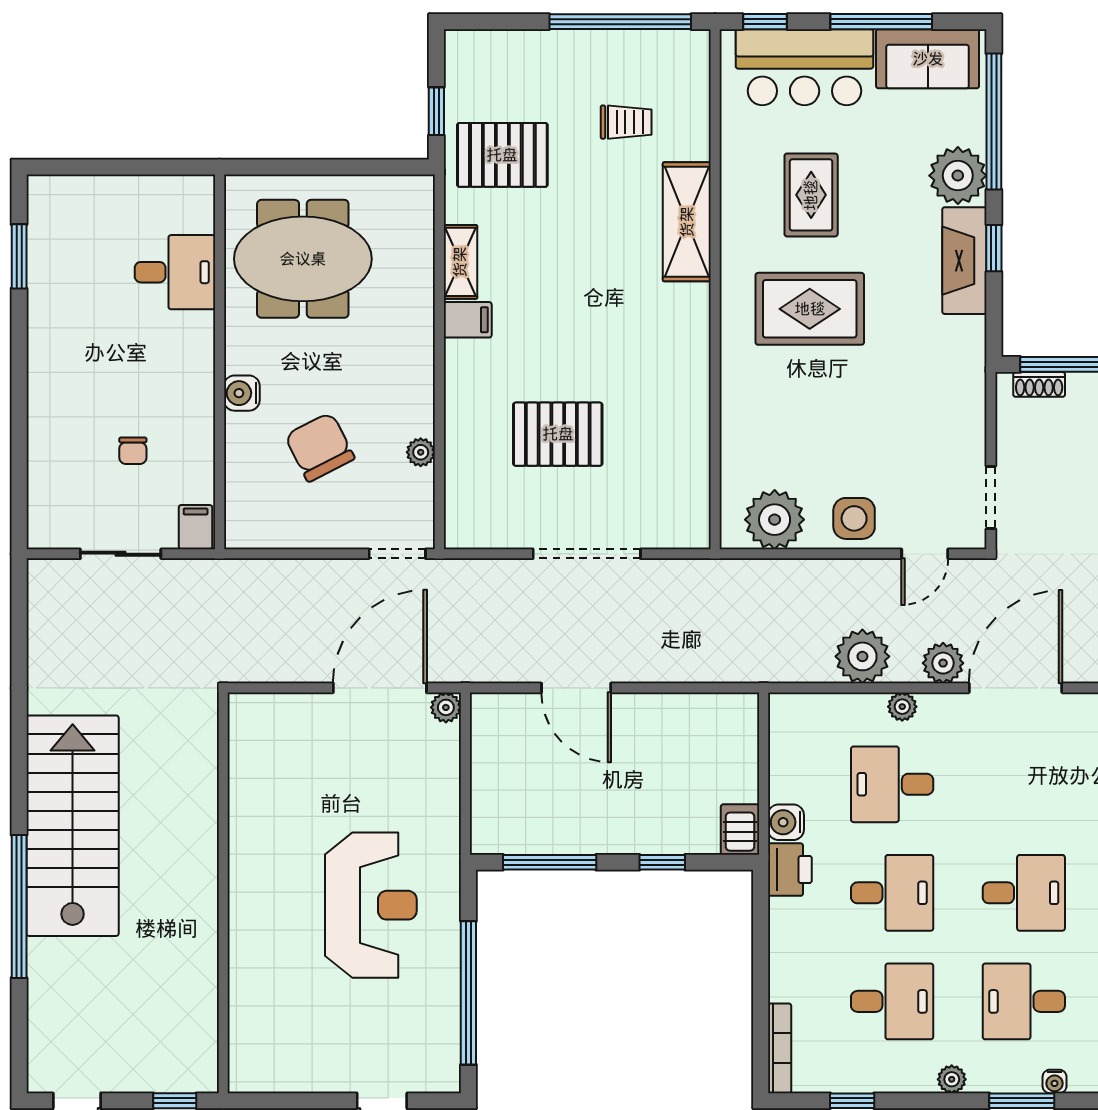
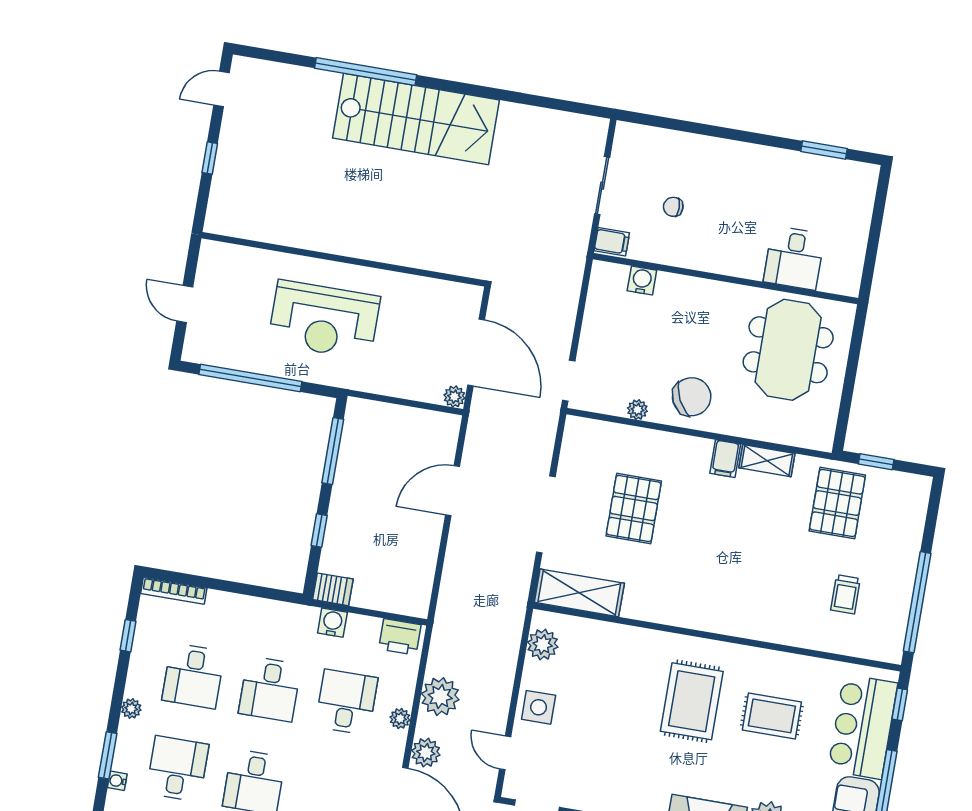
shelving: (687, 222) -> (579, 593), moved
water cooler: (242, 393) -> (642, 280), moved
chair: (320, 447) -> (692, 397), moved
plant: (775, 520) -> (543, 644), width x0.73, depth x0.73
printer: (790, 870) -> (400, 637), moved
wall: (223, 893) -> (343, 259), moved

